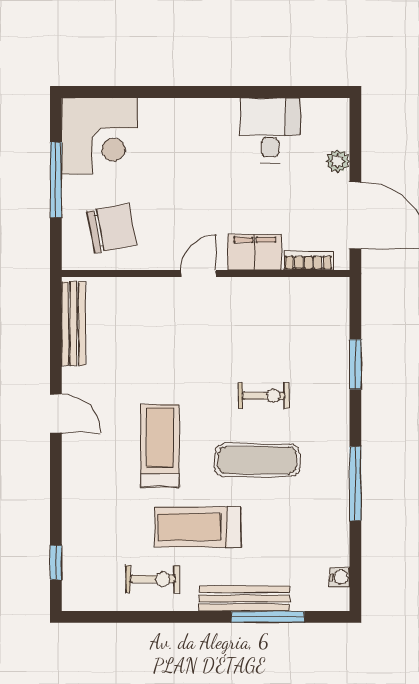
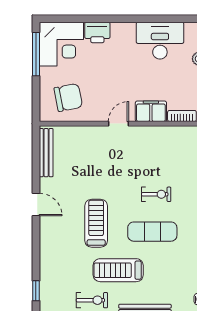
printer: (162, 116) -> (97, 32), added
desk: (270, 130) -> (160, 41), width x1.37
window: (56, 180) -> (36, 54), moved

